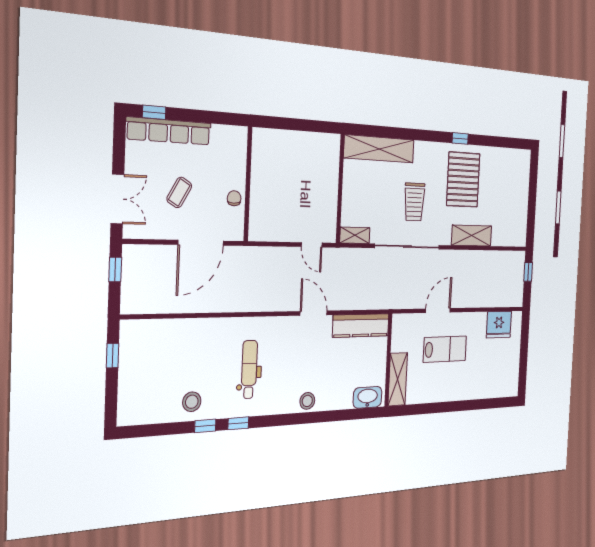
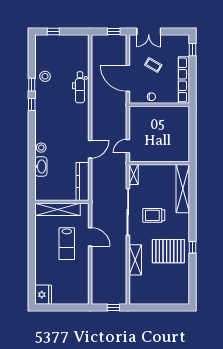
row of seats: (169, 131) -> (184, 80), moved
fridge: (499, 325) -> (43, 295), moved, turned 180
window: (112, 356) -> (53, 32), moved
dental chair: (249, 369) -> (80, 87), moved, turned 90
shelving: (398, 379) -> (58, 209), width x1.47
washbasin: (368, 397) -> (41, 167), moved

